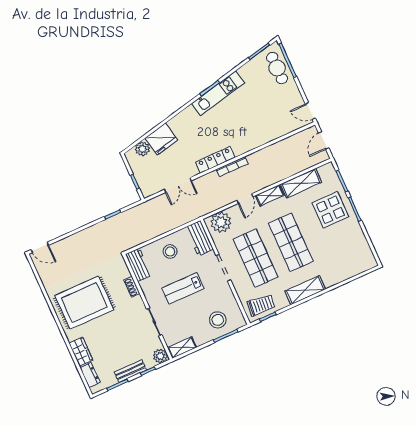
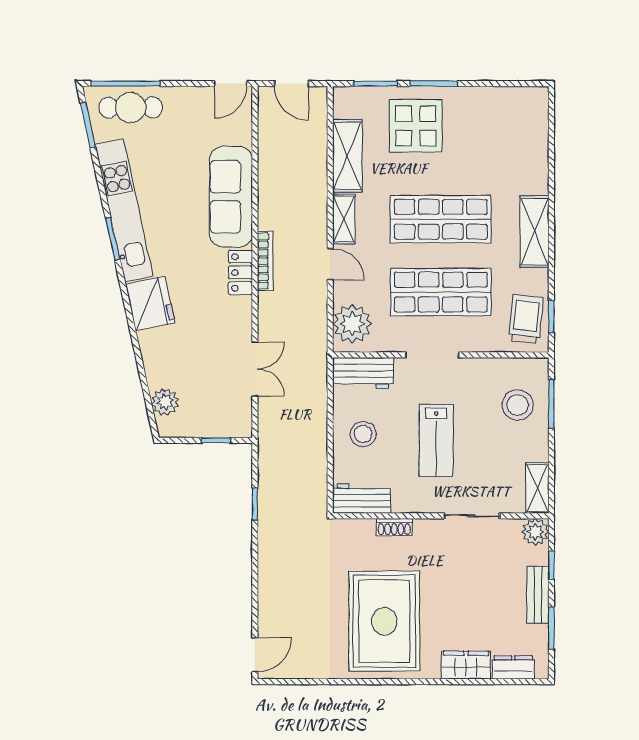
kitchen unit: (218, 93) -> (124, 210), width x1.36
sofa: (256, 136) -> (231, 197), added
fridge: (161, 139) -> (150, 303), moved
locker: (215, 160) -> (240, 273), width x0.66

